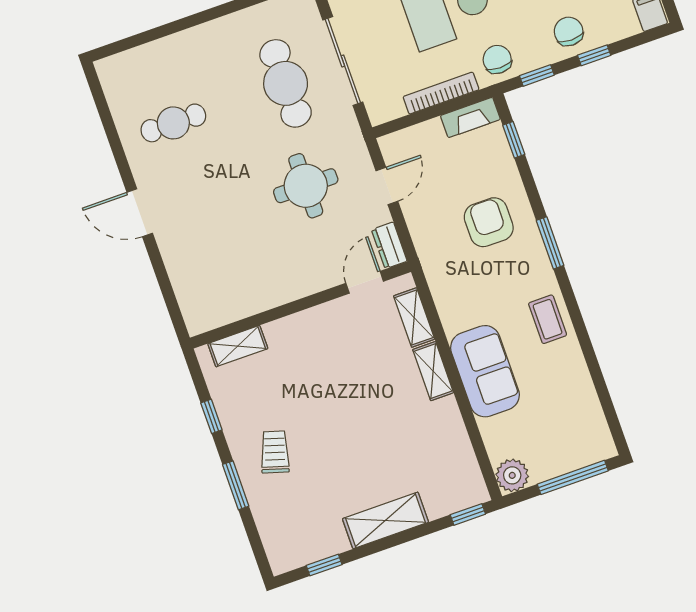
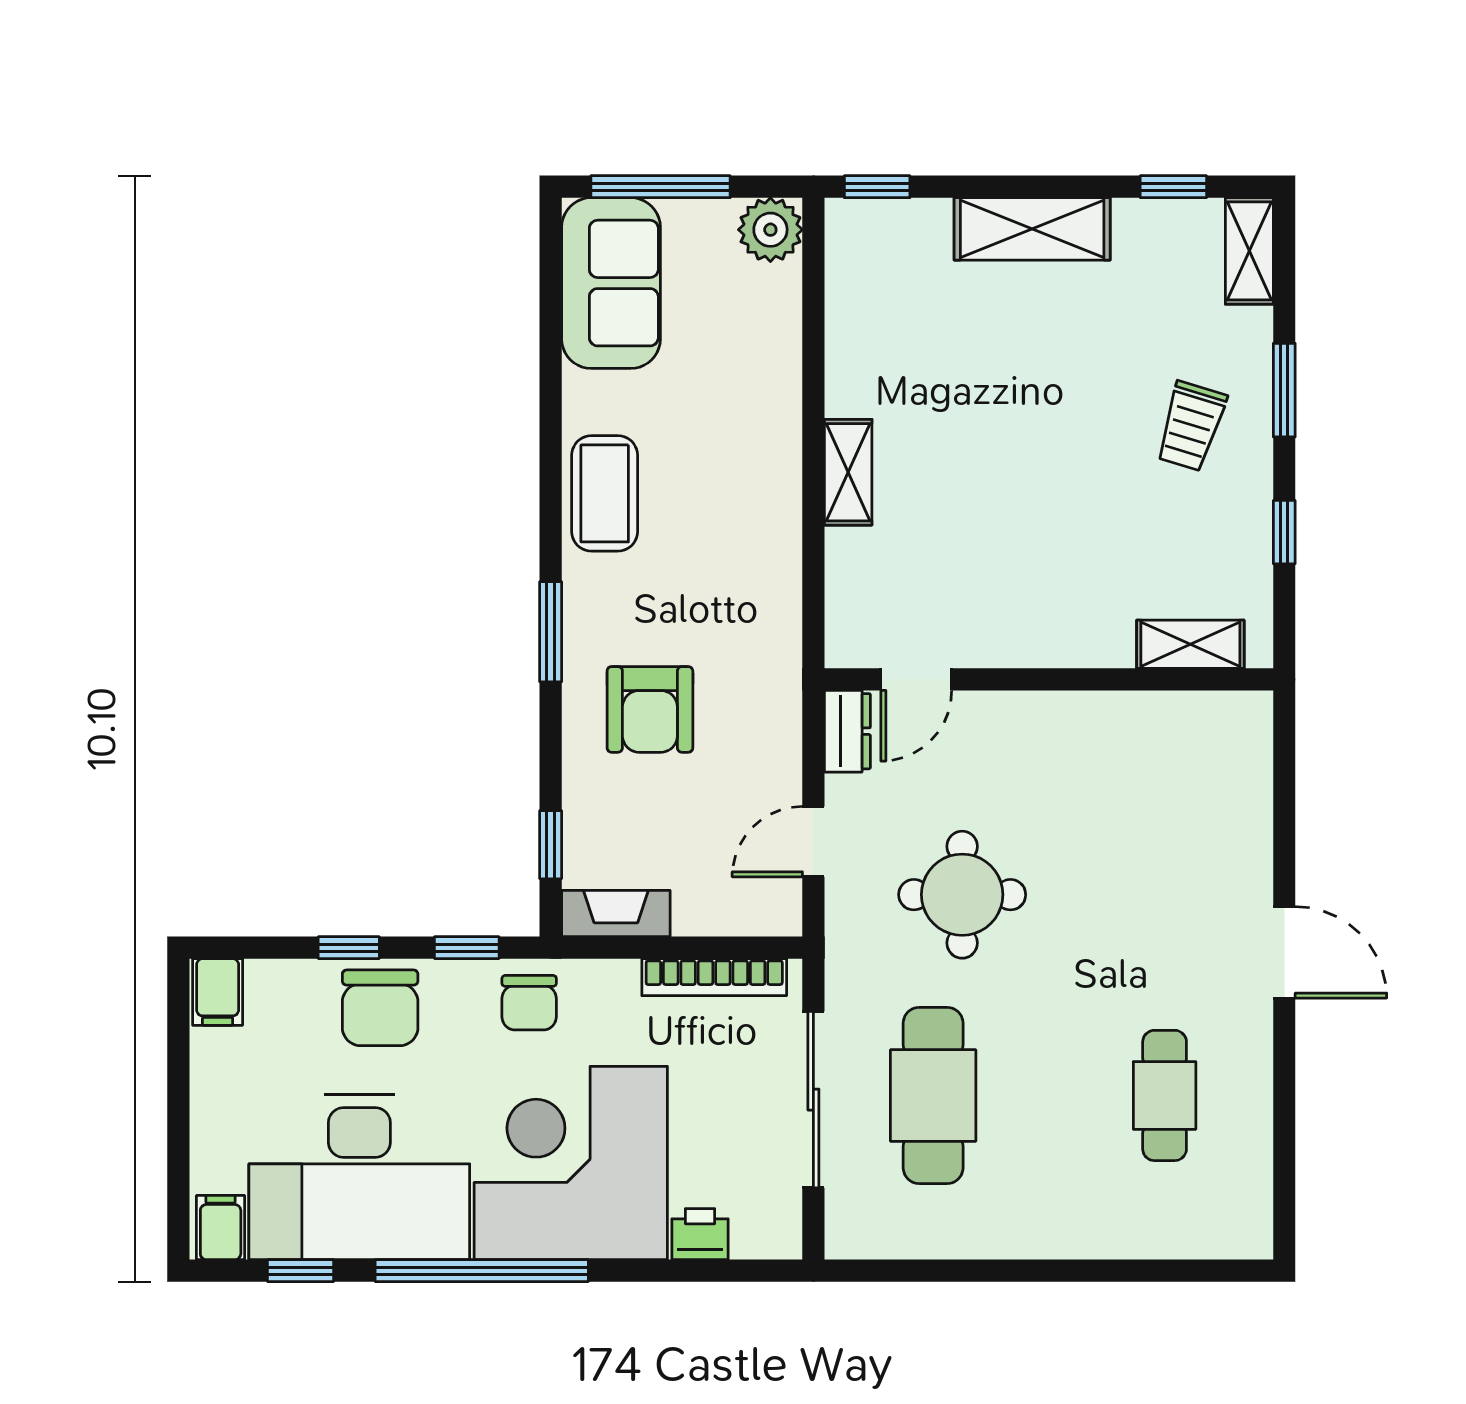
chair: (569, 31) -> (380, 1008), width x1.37, depth x1.37
bookcase: (441, 93) -> (714, 977), moved
cafe table: (173, 123) -> (1165, 1095), turned 90
shelving: (414, 318) -> (1249, 251), moved
coffee table: (548, 319) -> (605, 493), width x1.36, depth x1.30
sofa: (485, 371) -> (611, 283), moved, turned 180

